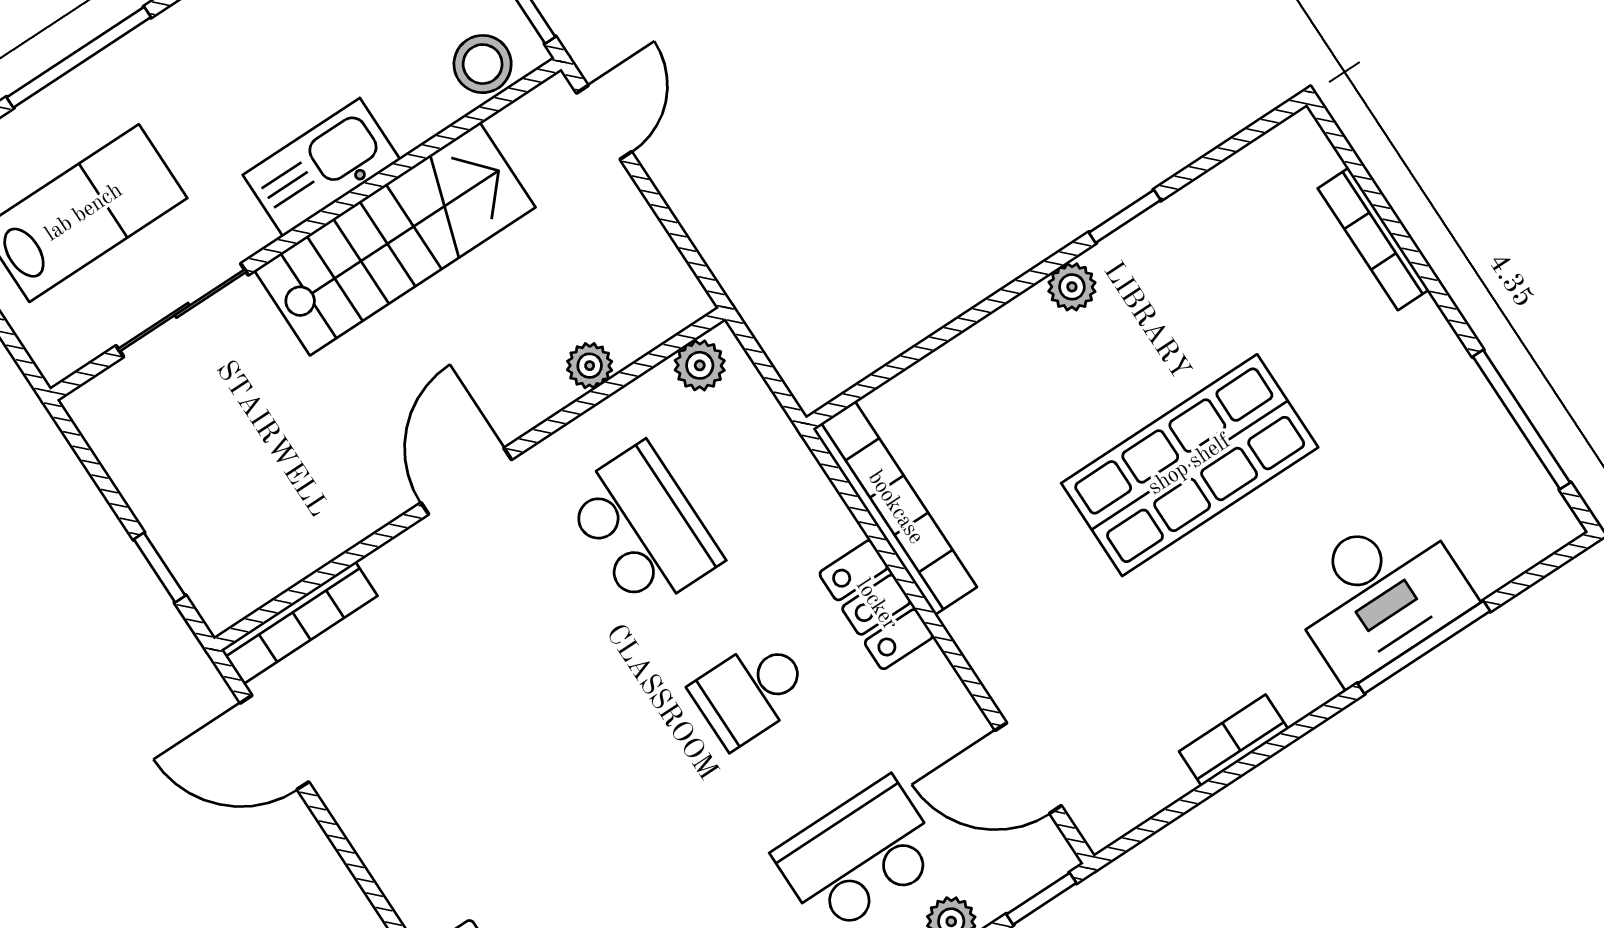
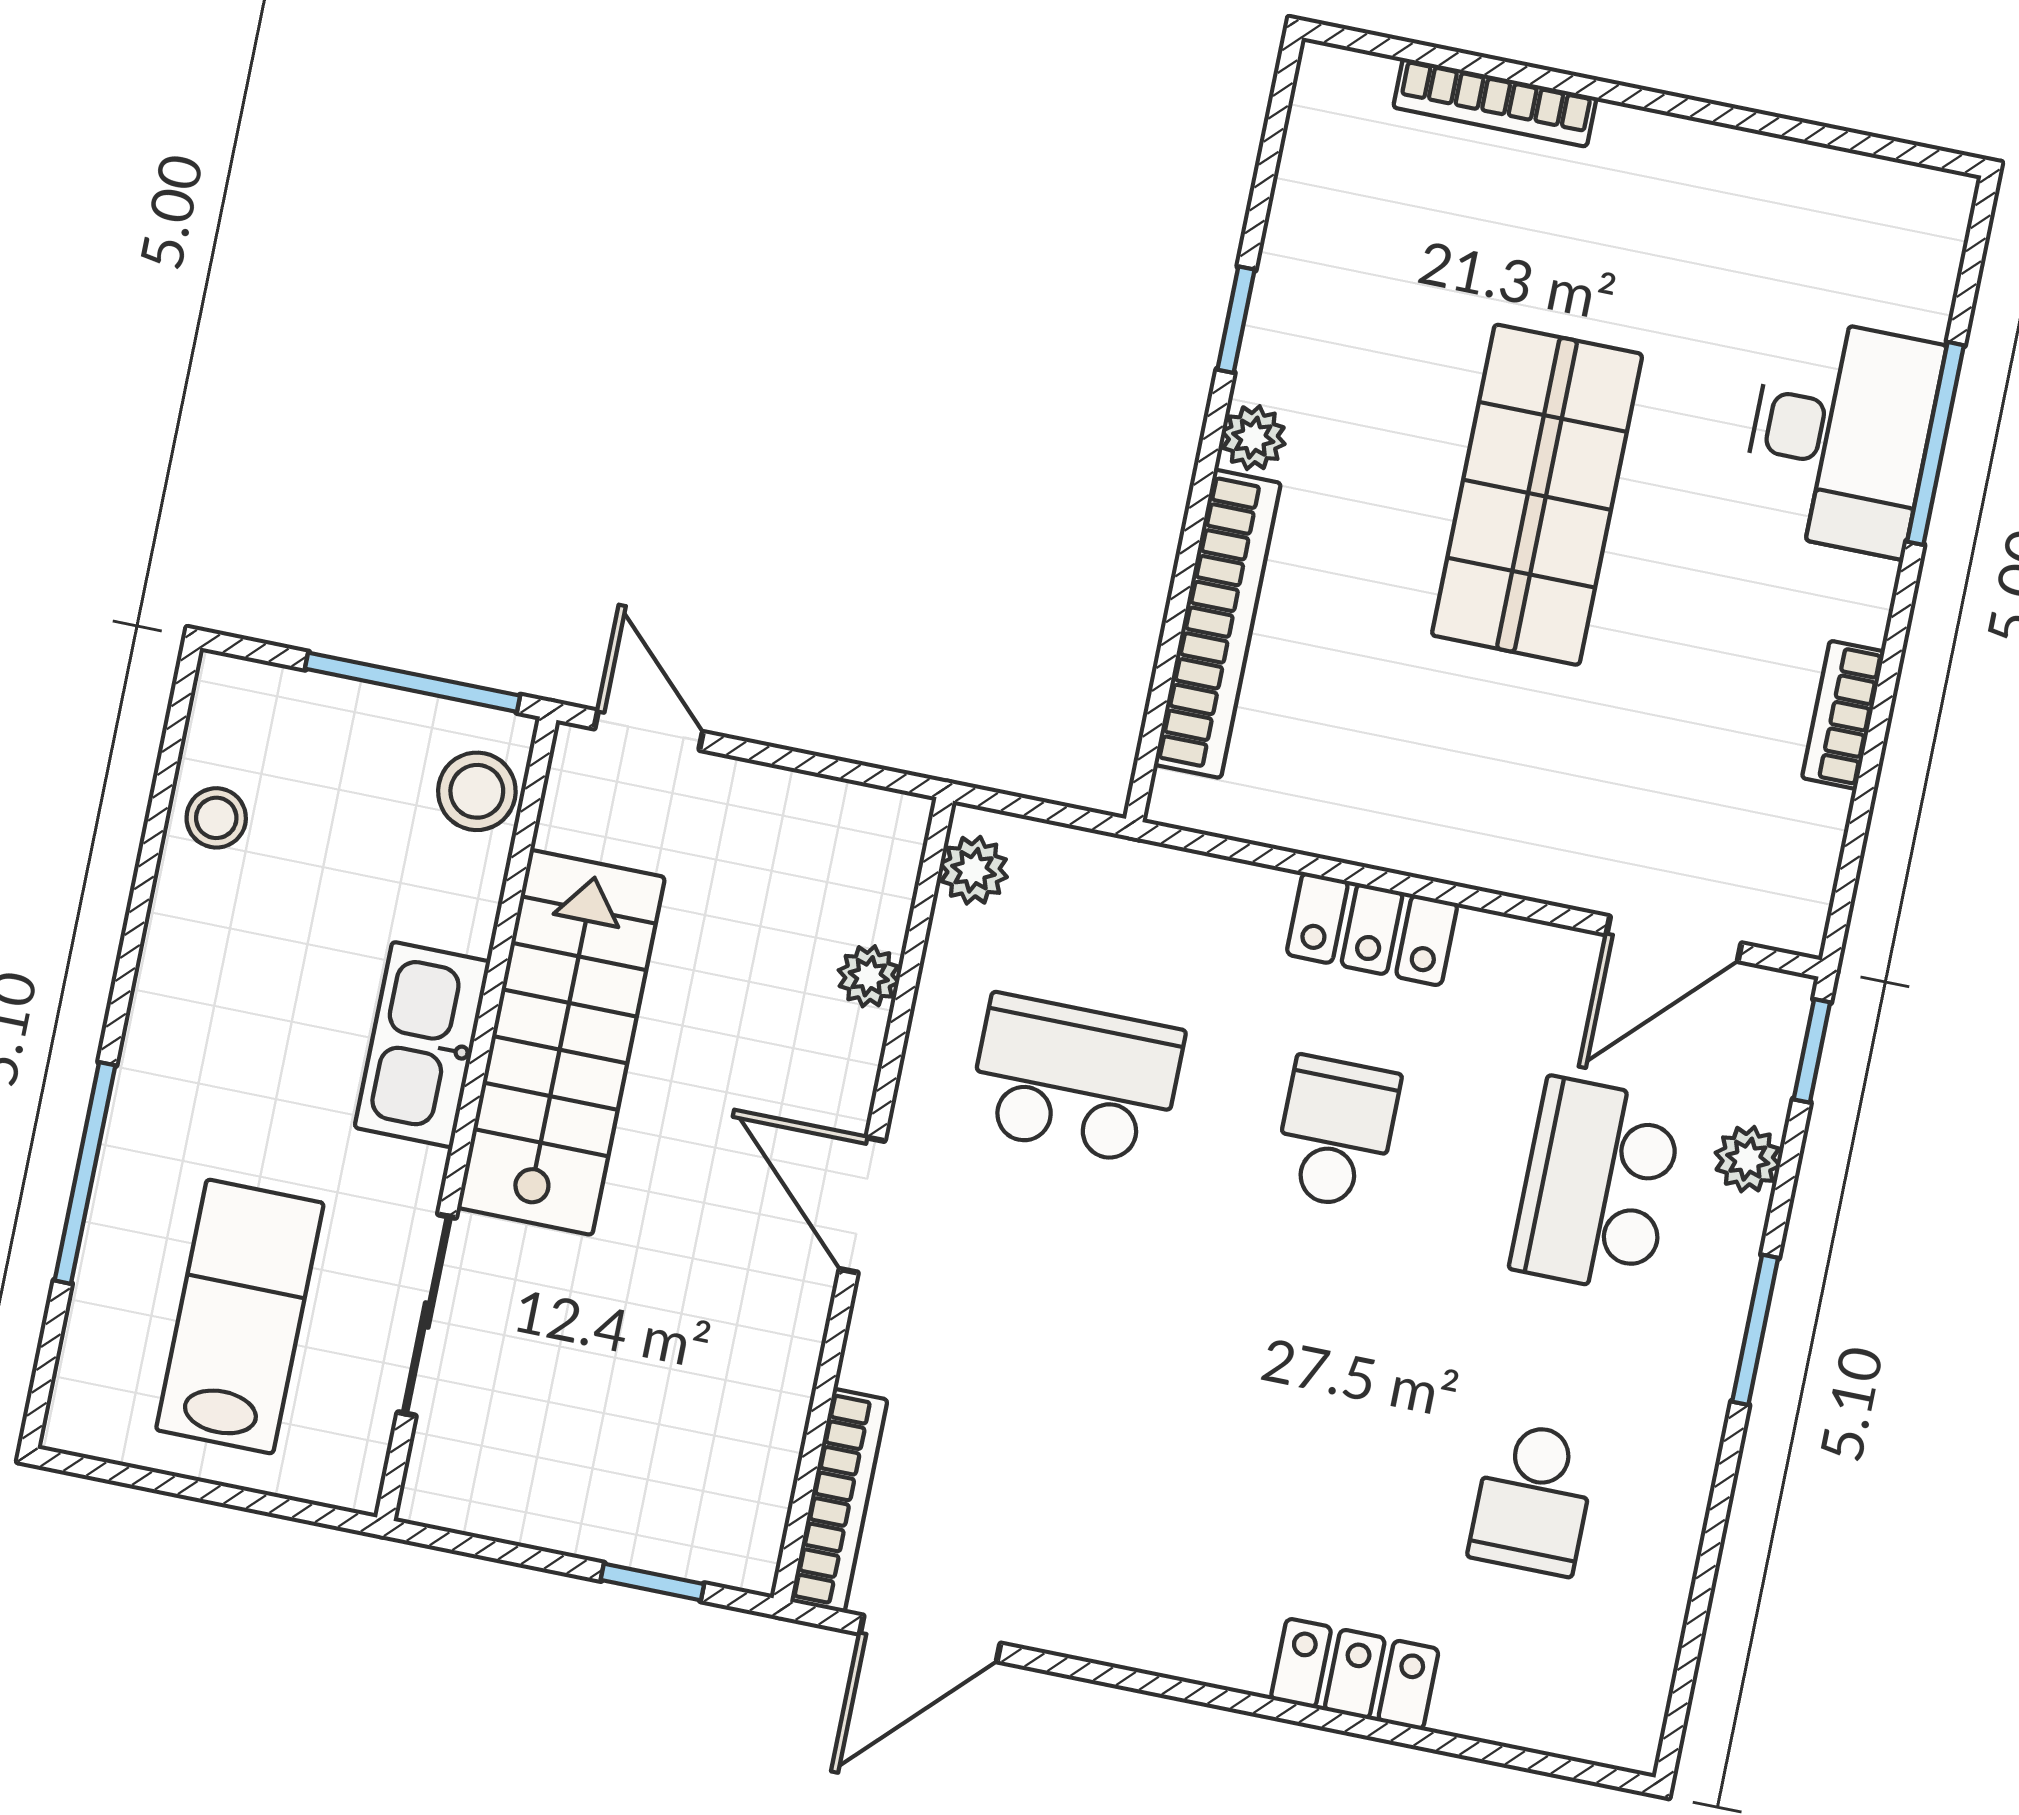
window: (1522, 420) -> (1810, 132), removed
bookcase: (895, 508) -> (1218, 624), moved, turned 90
school desk: (751, 692) -> (1336, 1133), turned 180

